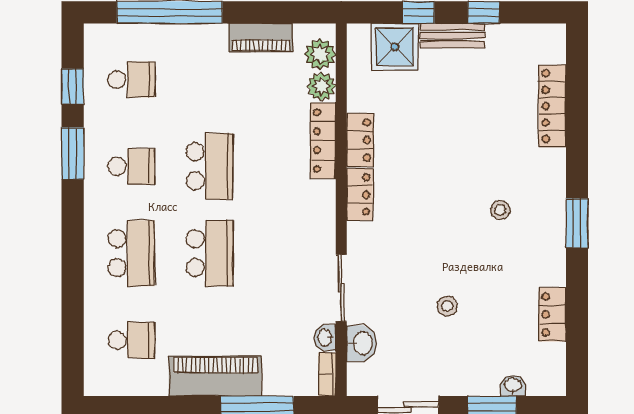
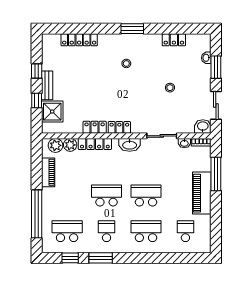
school desk: (131, 79) -> (67, 231), width x1.85
washbasin: (321, 217) -> (130, 145), added
washbasin: (362, 343) -> (203, 126), moved

